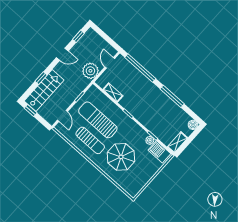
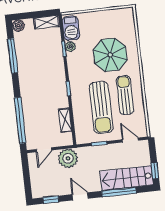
window: (41, 78) -> (119, 192), width x2.17
window: (172, 96) -> (13, 56), moved
door: (62, 116) -> (130, 140), hinge flipped

